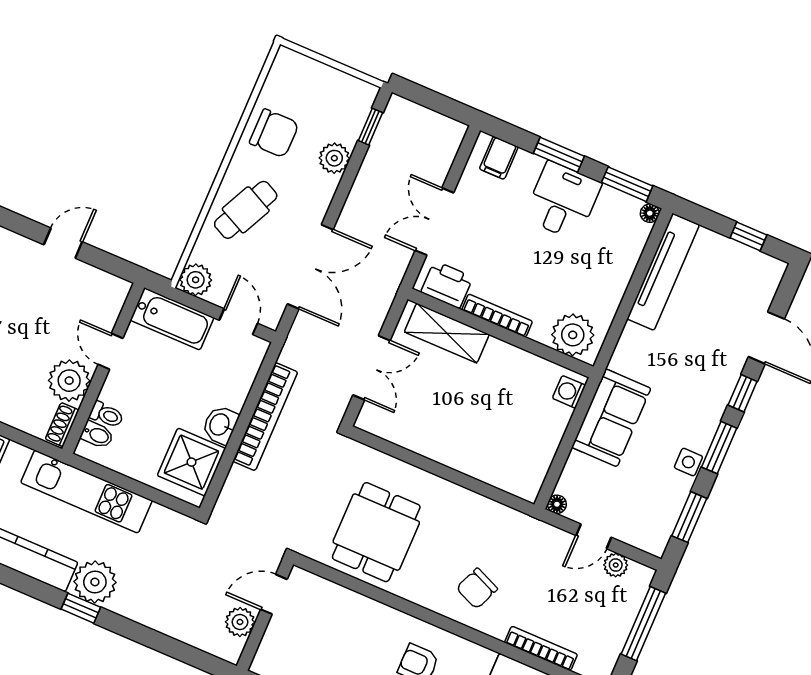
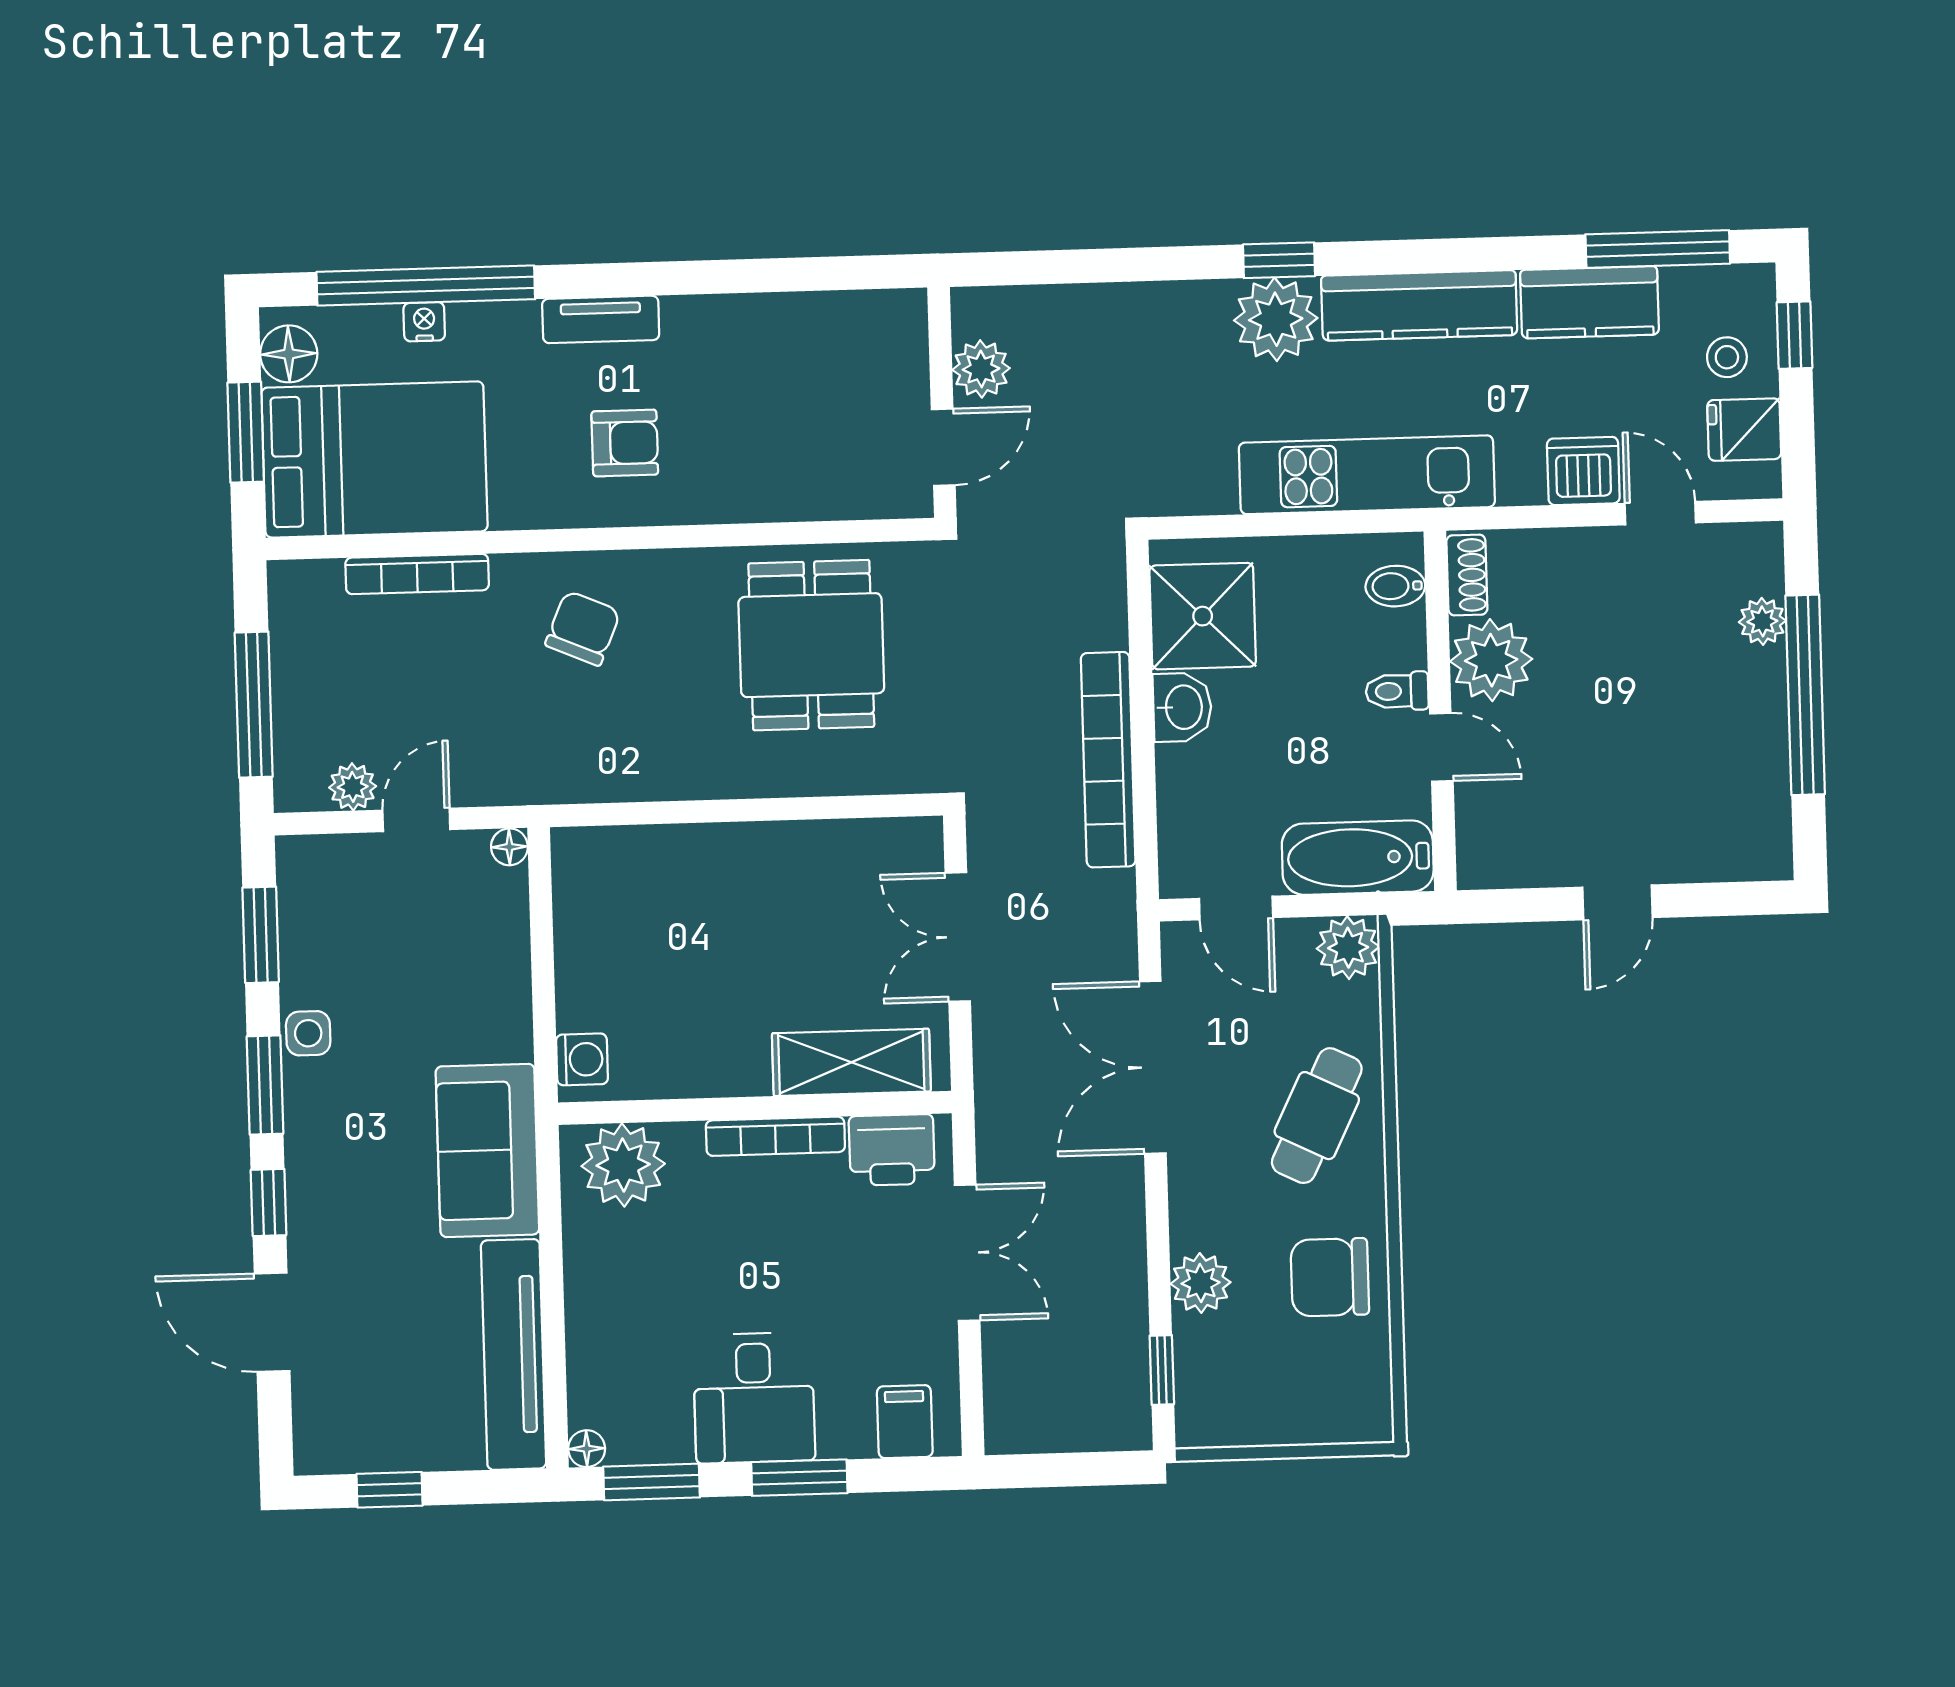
toilet: (106, 415) -> (1397, 691), moved
sofa: (611, 418) -> (487, 1150), moved

